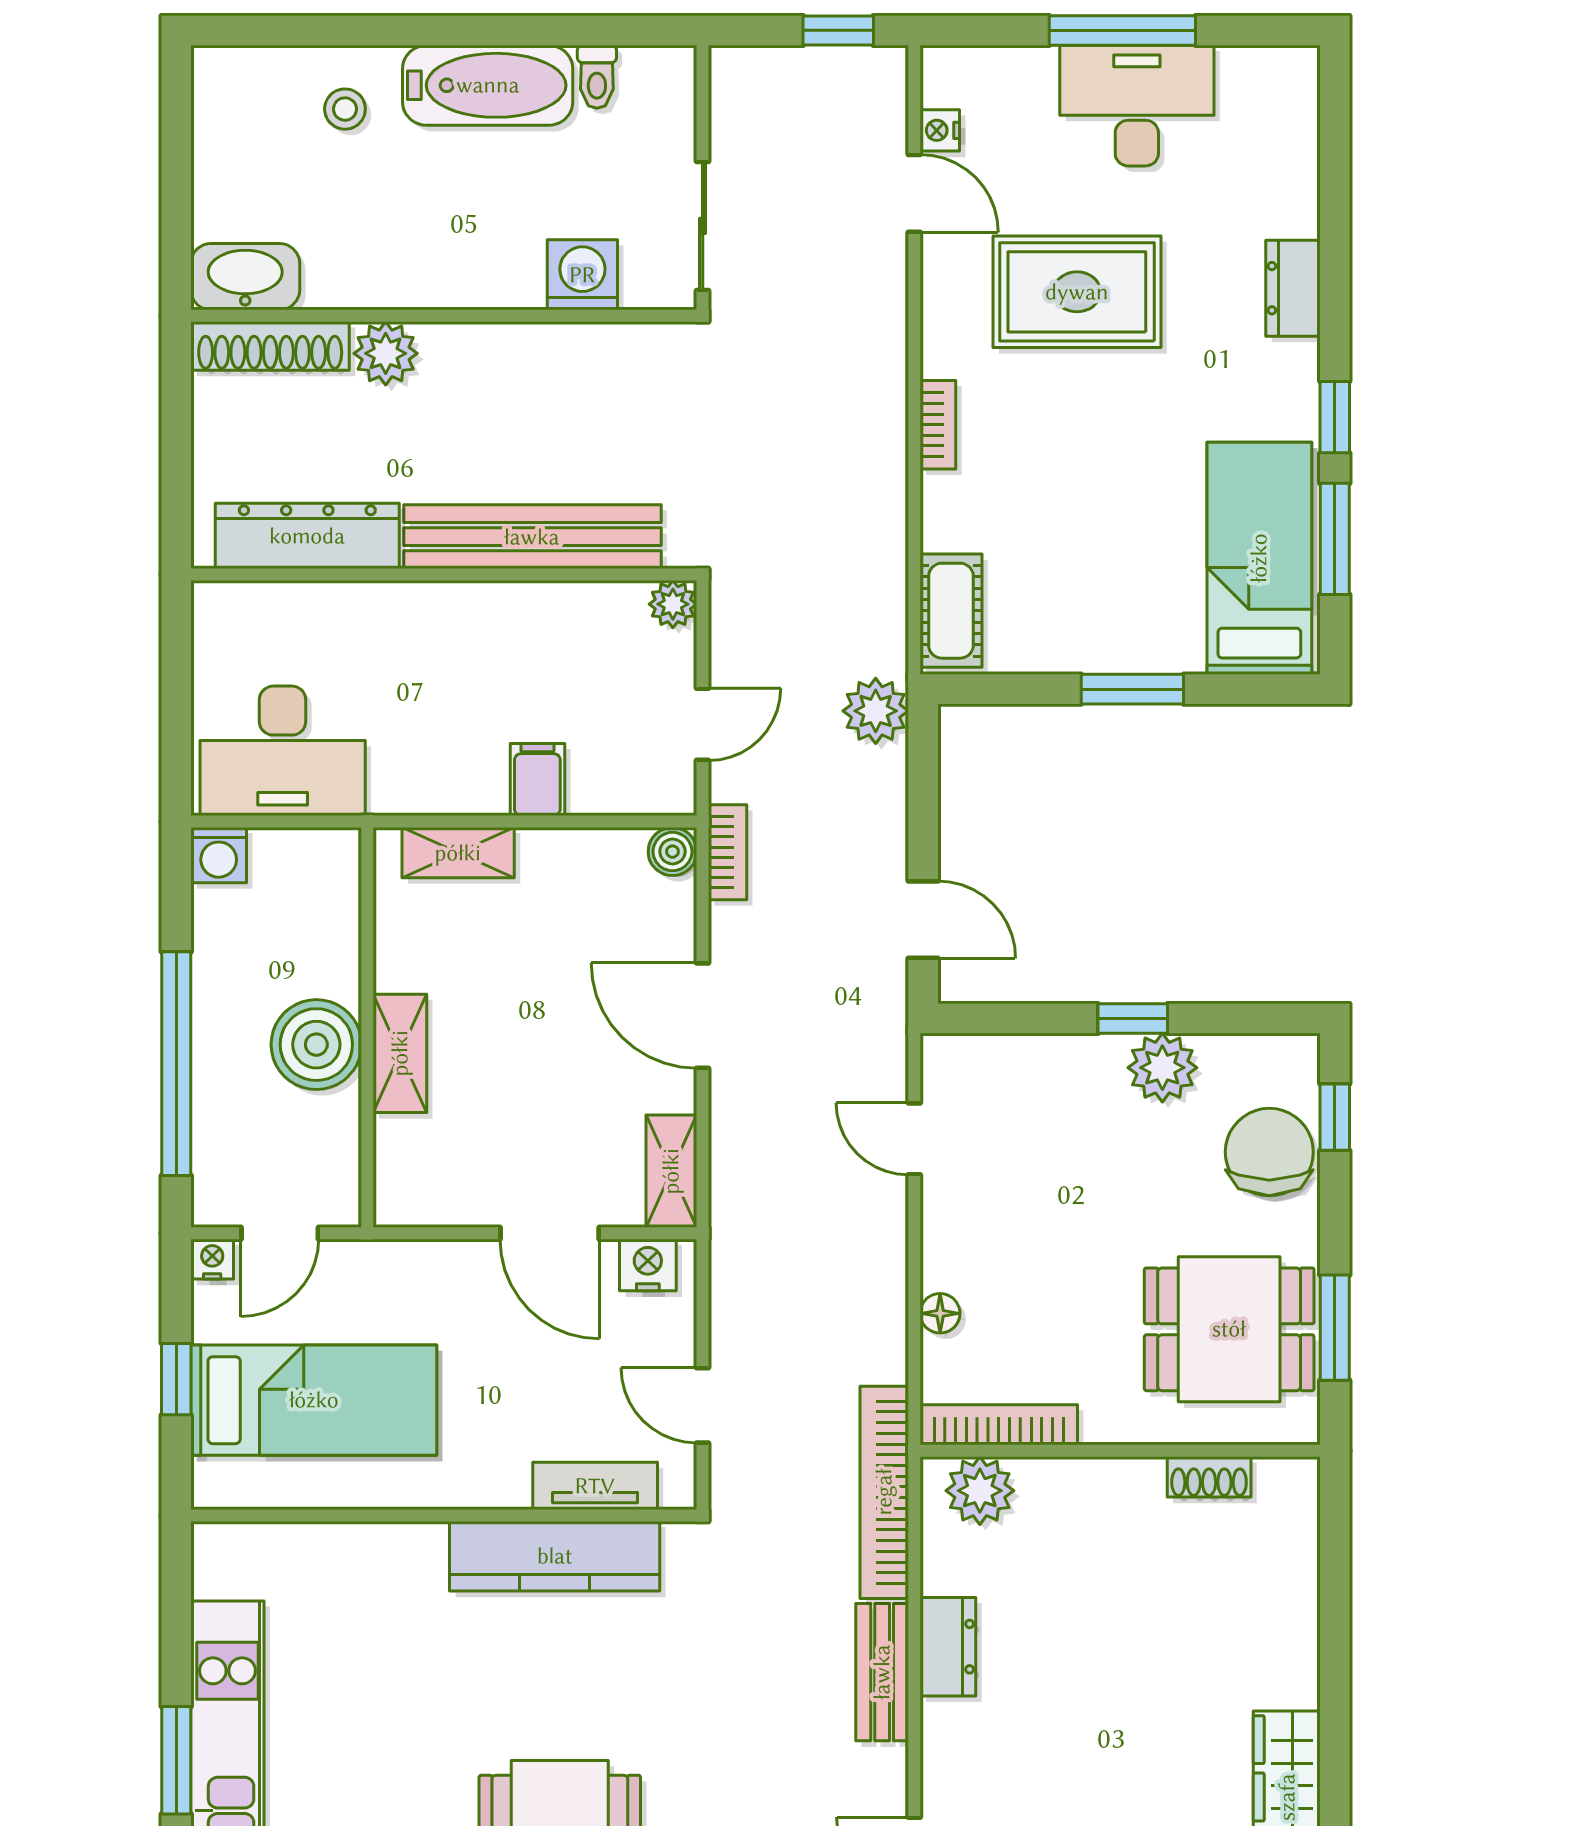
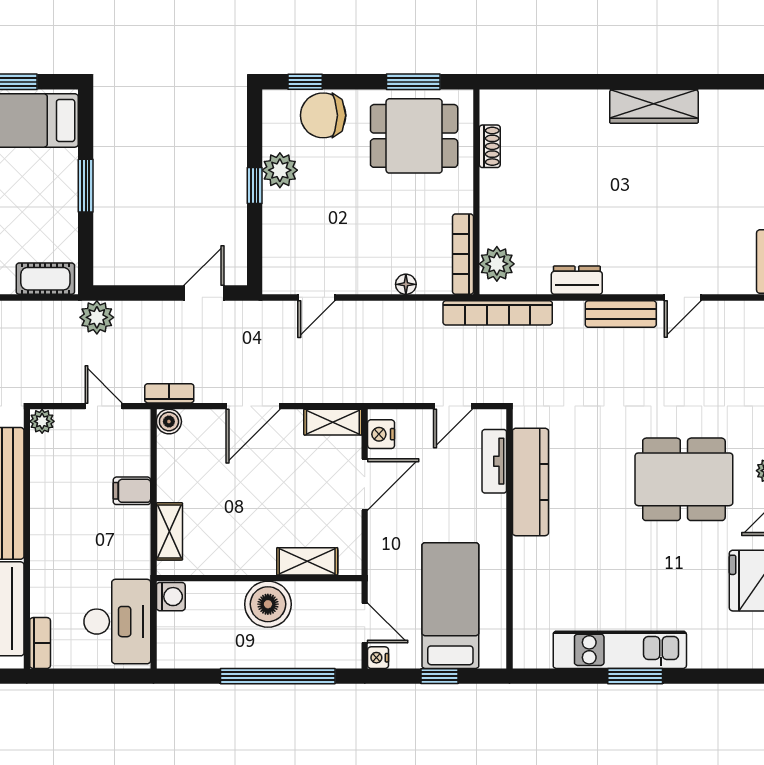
bookcase: (241, 600) -> (40, 643), added
washing machine: (219, 855) -> (171, 597), moved
shelving: (400, 1053) -> (307, 561), moved
dining table: (1229, 1329) -> (414, 136), turned 90
bench: (882, 1672) -> (621, 314), moved

